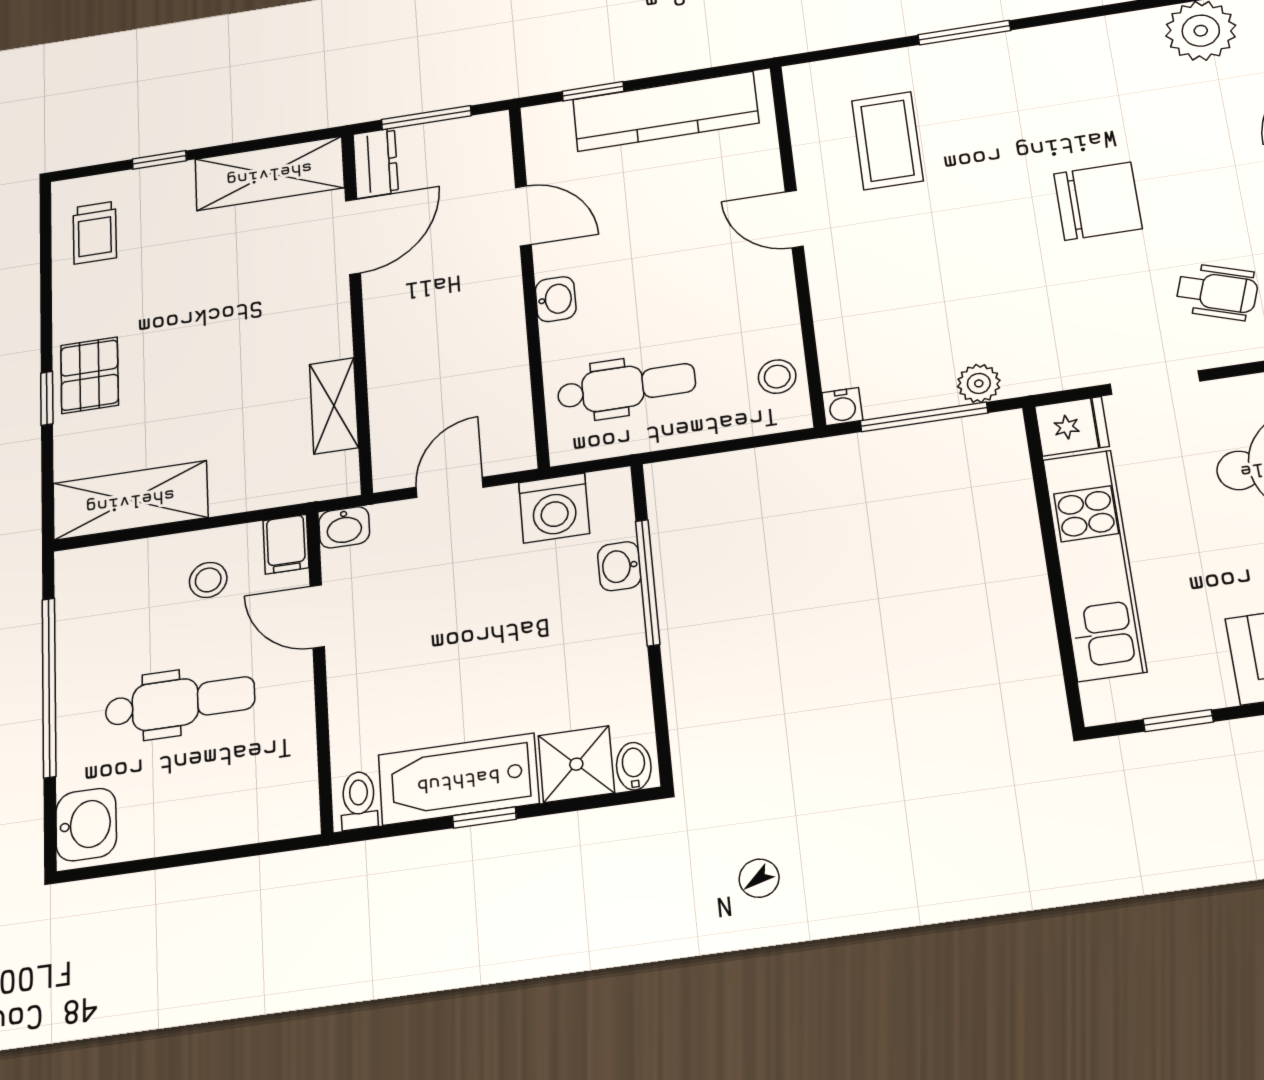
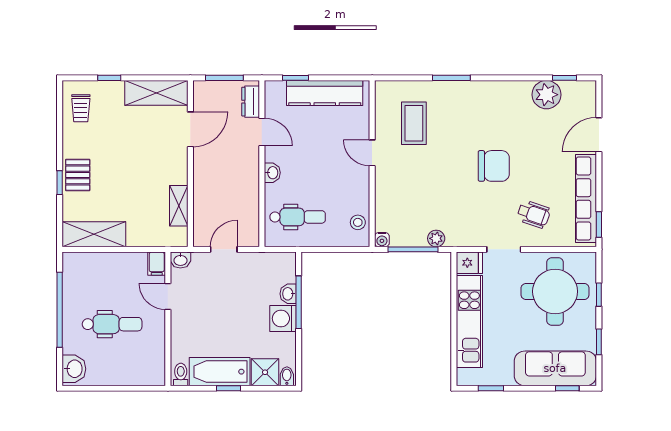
dresser: (376, 163) -> (251, 102), moved, turned 180
washing machine: (554, 508) -> (283, 318), moved, turned 90
stool: (208, 580) -> (125, 274), removed

